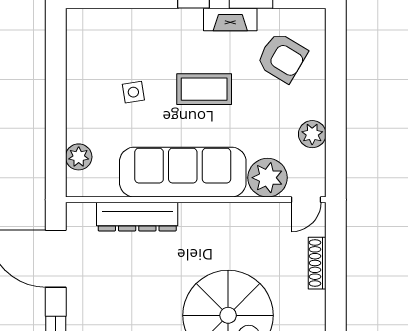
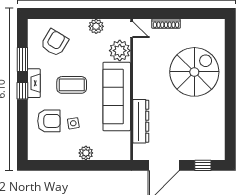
fireplace: (230, 19) -> (34, 83), moved
armchair: (138, 47) -> (49, 121), added
coffee table: (204, 89) -> (72, 85), turned 90
plant: (79, 157) -> (86, 153), moved

